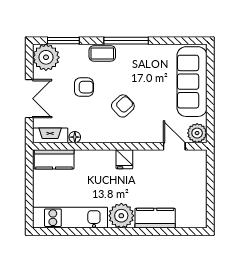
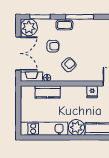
double door: (29, 99) -> (18, 53), width x1.37
armchair: (123, 106) -> (69, 65), moved
kitchen counter: (54, 159) -> (48, 92), moved
fridge: (124, 159) -> (92, 92), moved

